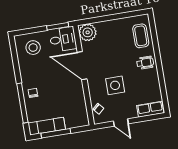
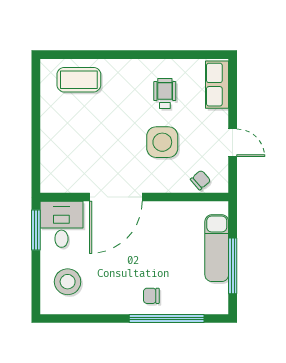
plant: (88, 32) -> (56, 177), removed
wheelchair: (145, 63) -> (165, 93), moved
door: (121, 122) -> (233, 143), hinge flipped
exam couch: (47, 126) -> (217, 248), moved

